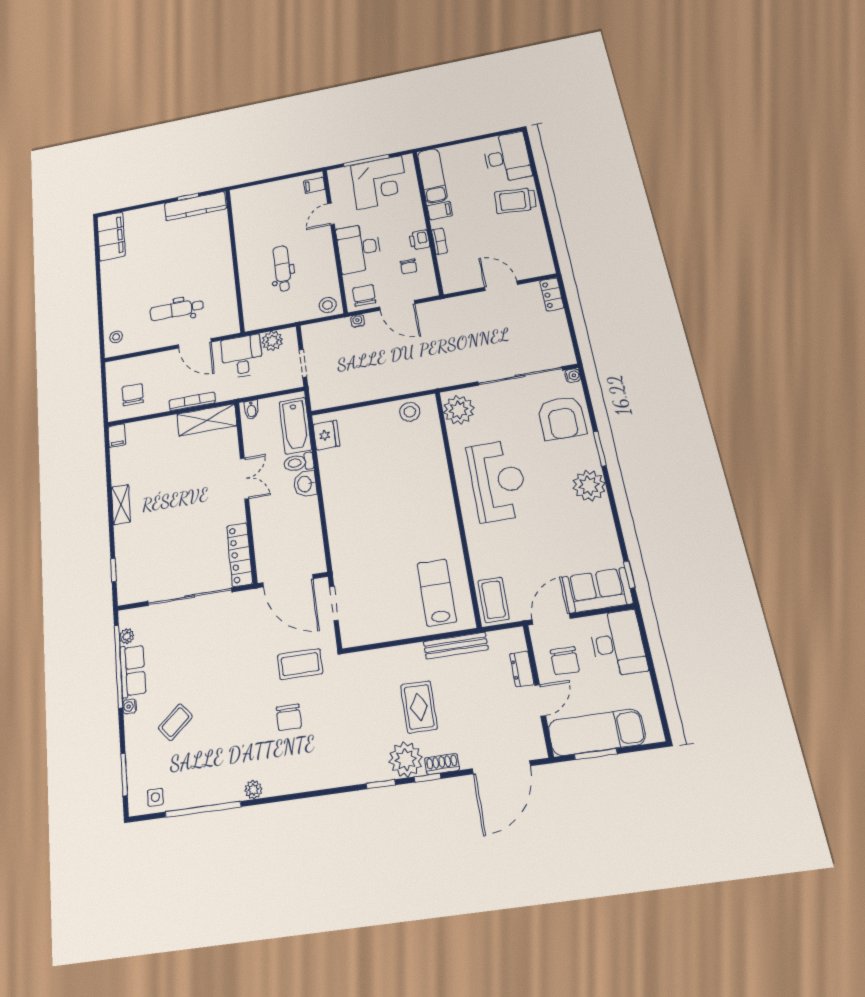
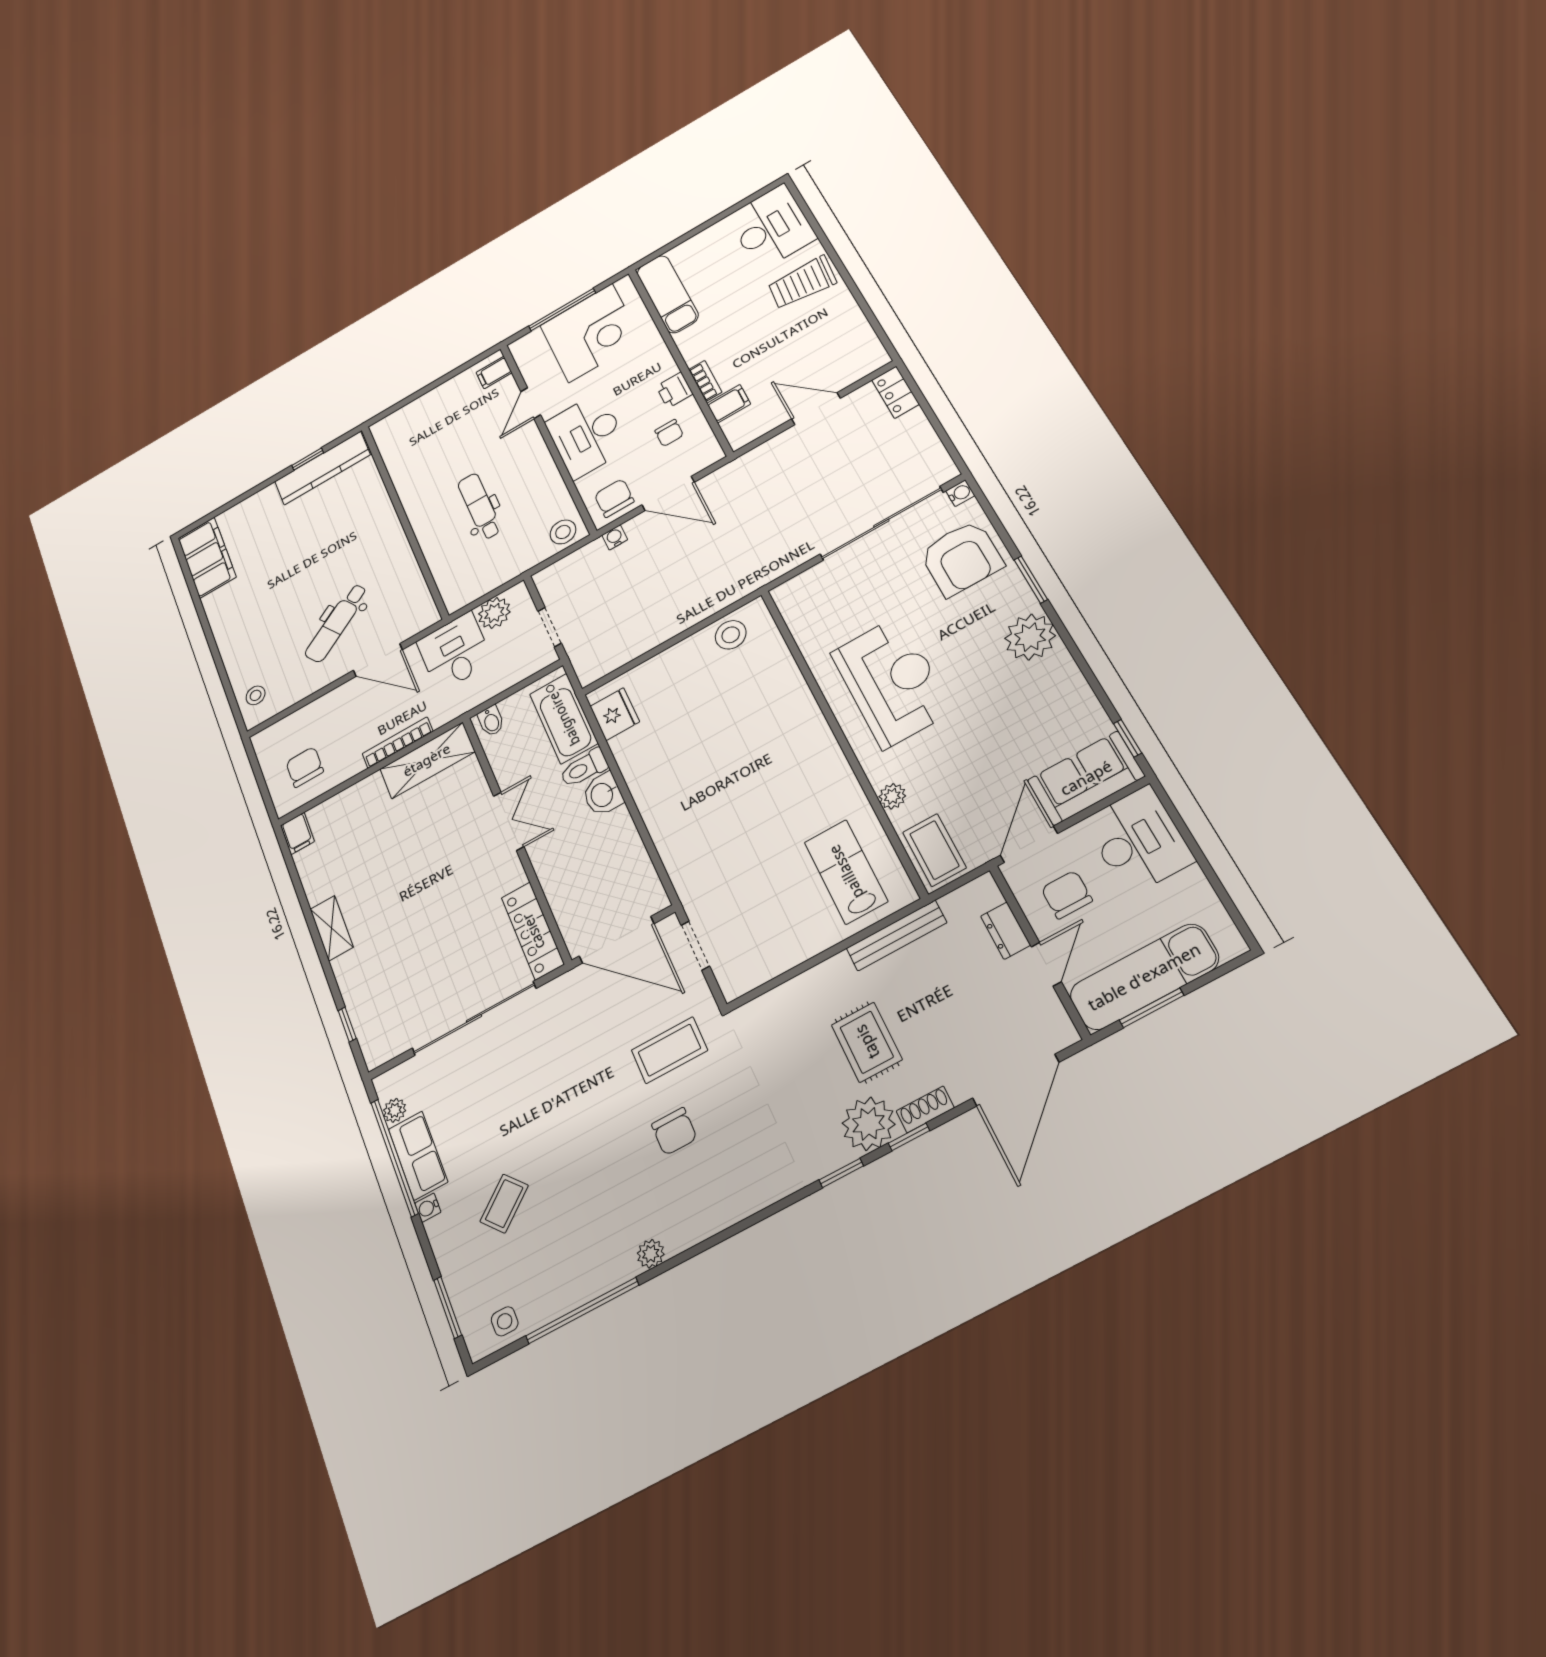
filing cabinet: (440, 211) -> (729, 404), moved
dental chair: (177, 310) -> (336, 623), turned -33
plant: (459, 410) -> (892, 796), moved, width x0.53, depth x0.53
chair: (565, 661) -> (1067, 895), turned 180

